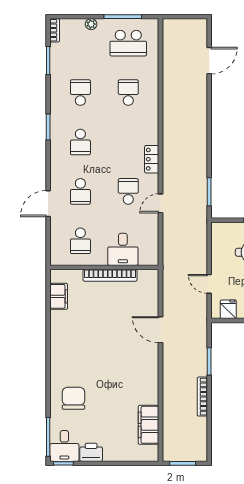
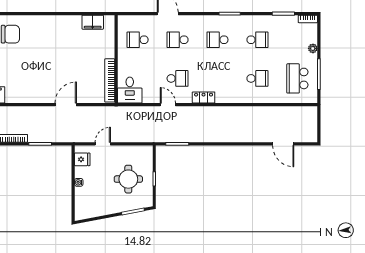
desk: (123, 249) -> (130, 90), moved, turned -90
bookcase: (110, 275) -> (110, 80), moved

